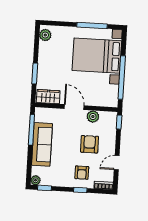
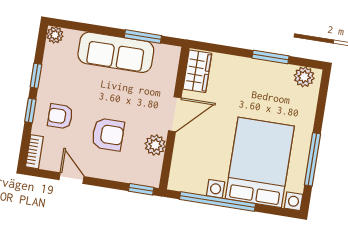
window: (35, 74) -> (271, 57), moved
window: (31, 130) -> (143, 37), width x0.69
window: (45, 188) -> (36, 76), moved

